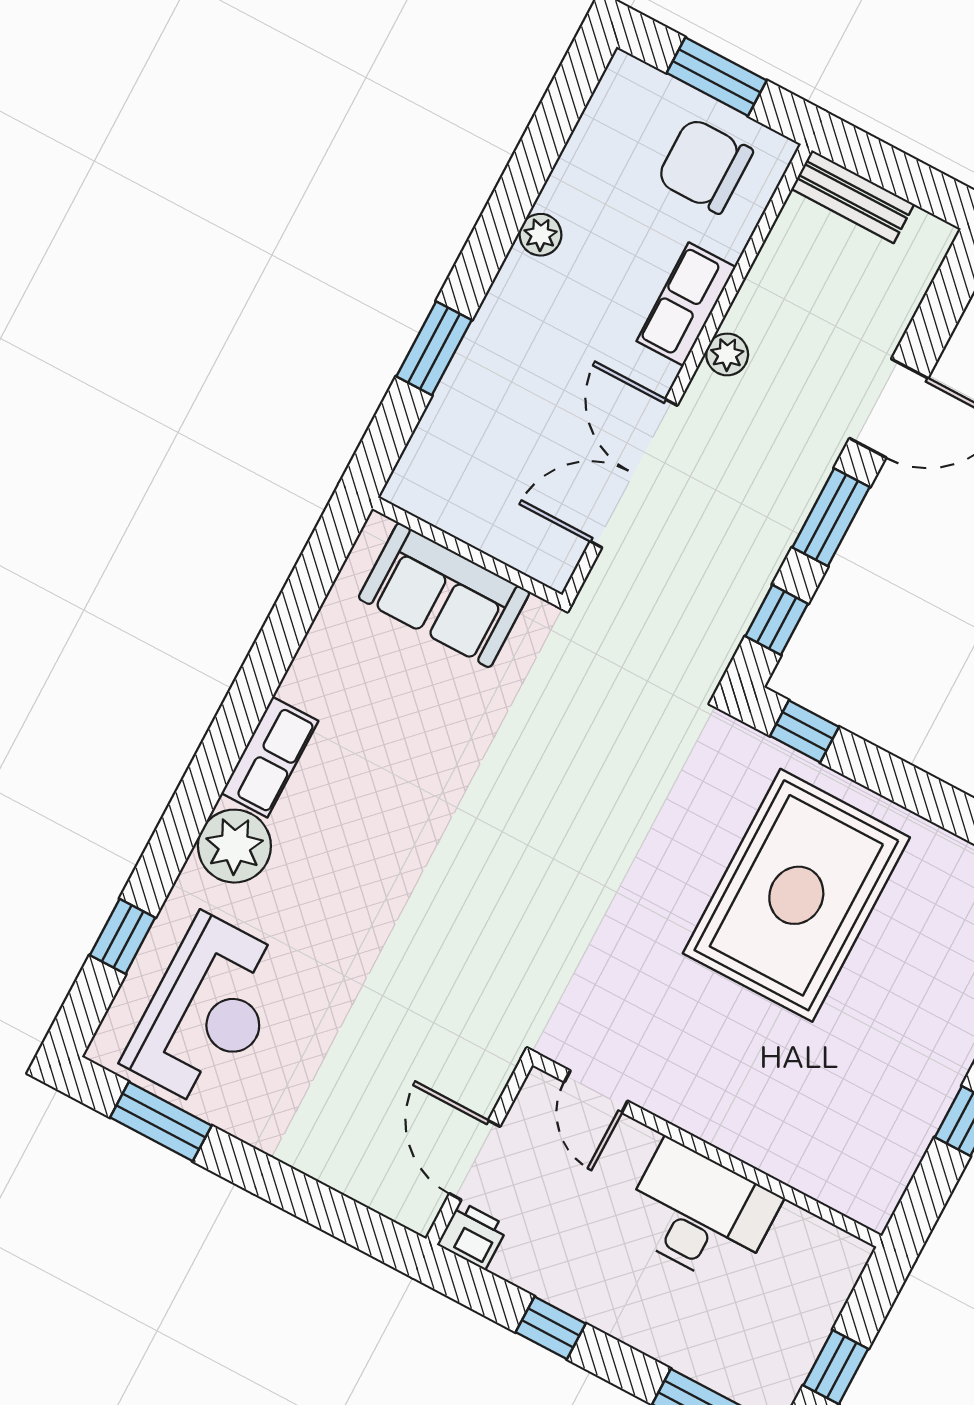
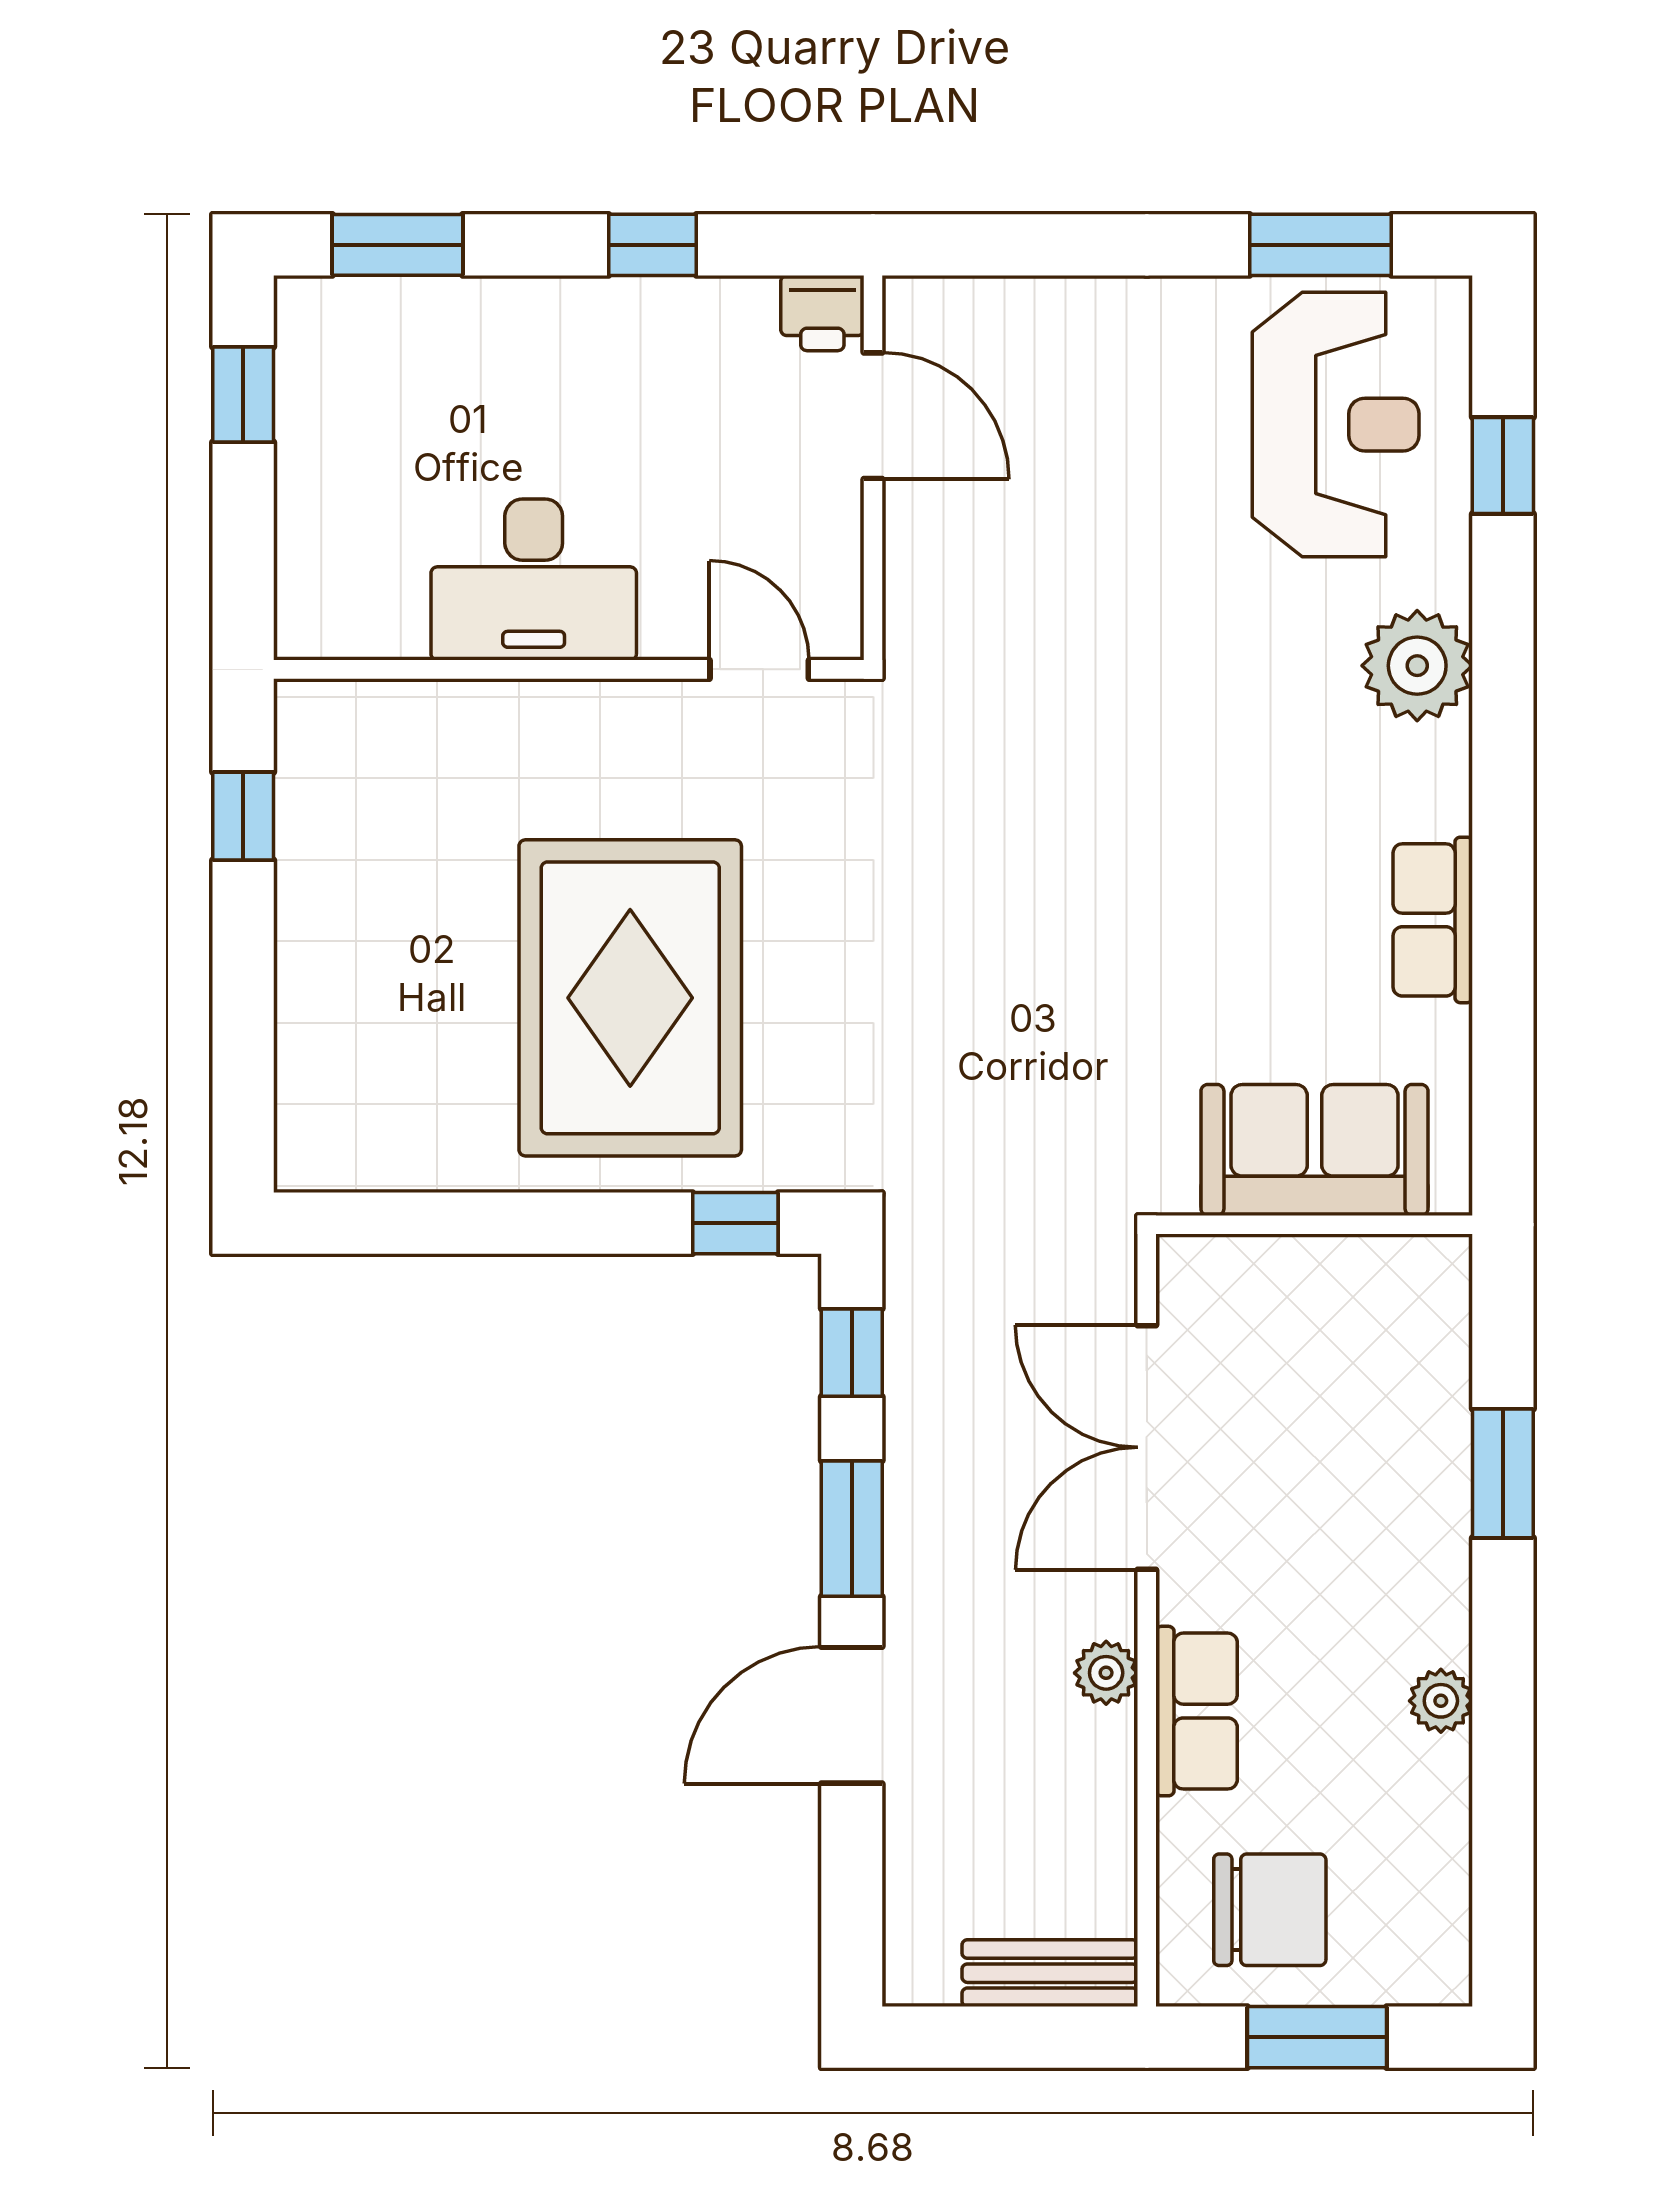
double door: (634, 473) -> (1147, 1447), swing flipped
row of seats: (270, 757) -> (1433, 920), moved
reception desk: (208, 1012) -> (1336, 425), turned 180
door: (596, 1092) -> (759, 669), moved
wall: (707, 1150) -> (569, 669), moved
desk: (700, 1214) -> (534, 580), moved

